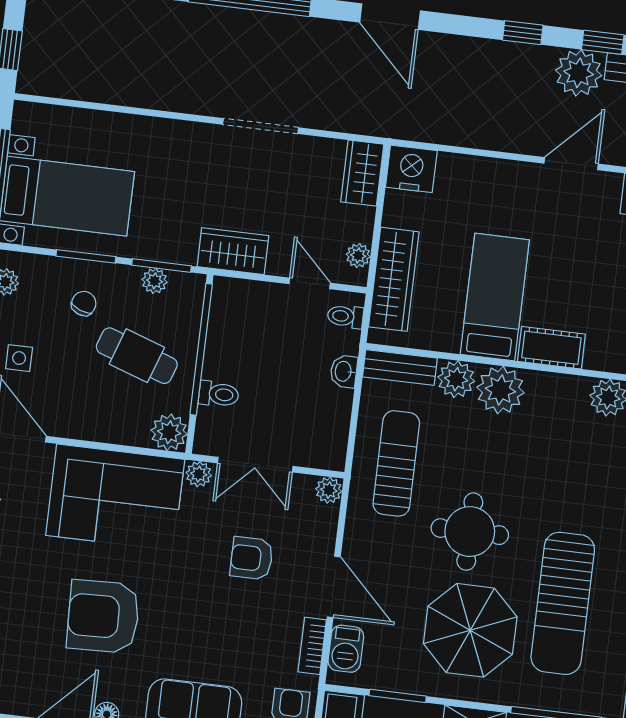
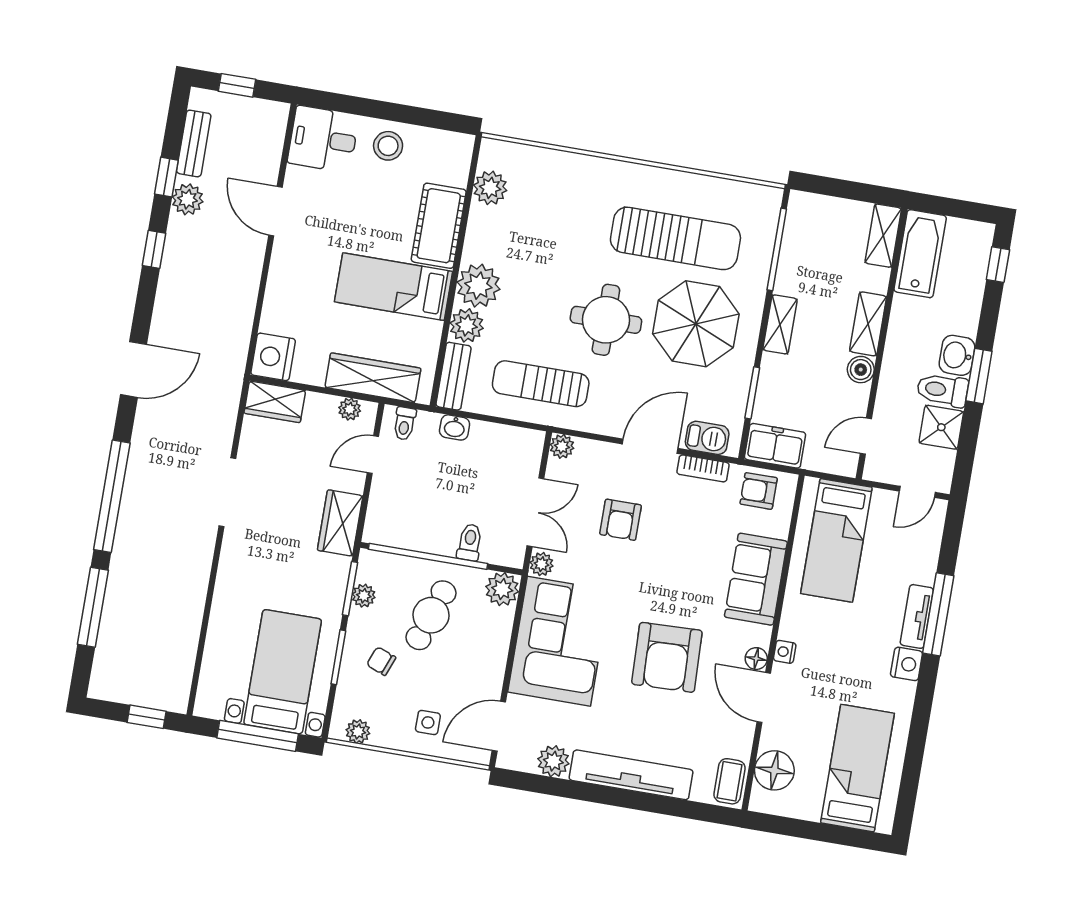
plant: (579, 73) -> (188, 199), width x0.73, depth x0.73
cot: (551, 348) -> (439, 226), width x1.37, depth x1.34

